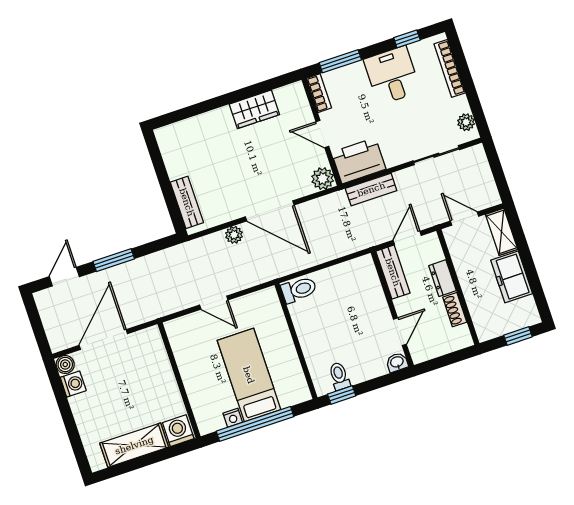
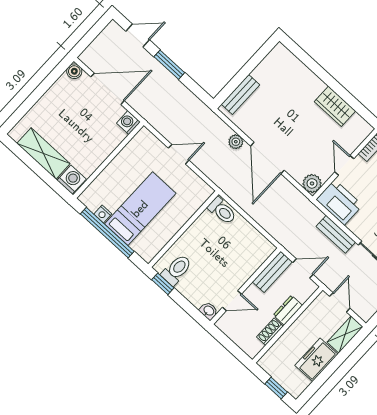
bench: (371, 189) -> (336, 234), moved
door: (214, 303) -> (179, 154), swing flipped
toilet: (339, 376) -> (177, 270), width x1.37, depth x1.39
washing machine: (73, 384) -> (128, 123), moved, turned 180

